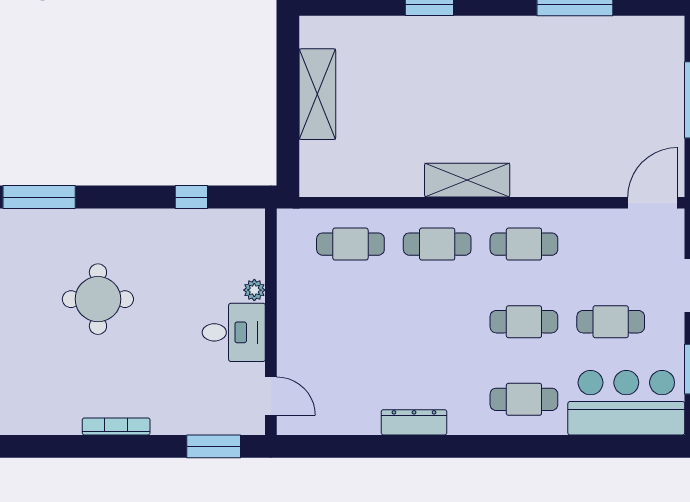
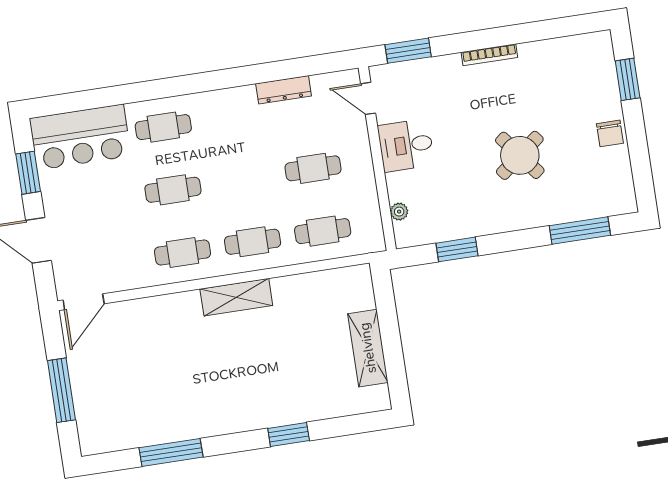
window: (191, 197) -> (457, 249), width x1.50
plant: (254, 290) -> (399, 212), moved
round table: (98, 299) -> (520, 155), turned -38
cafe table: (611, 322) -> (313, 168), moved
dresser: (414, 422) -> (284, 90), moved

